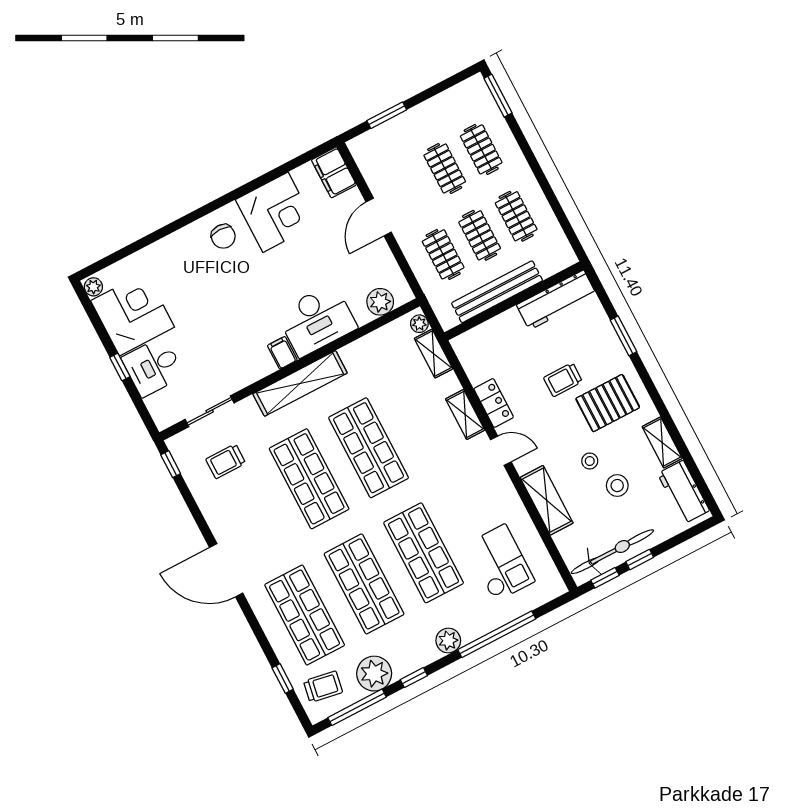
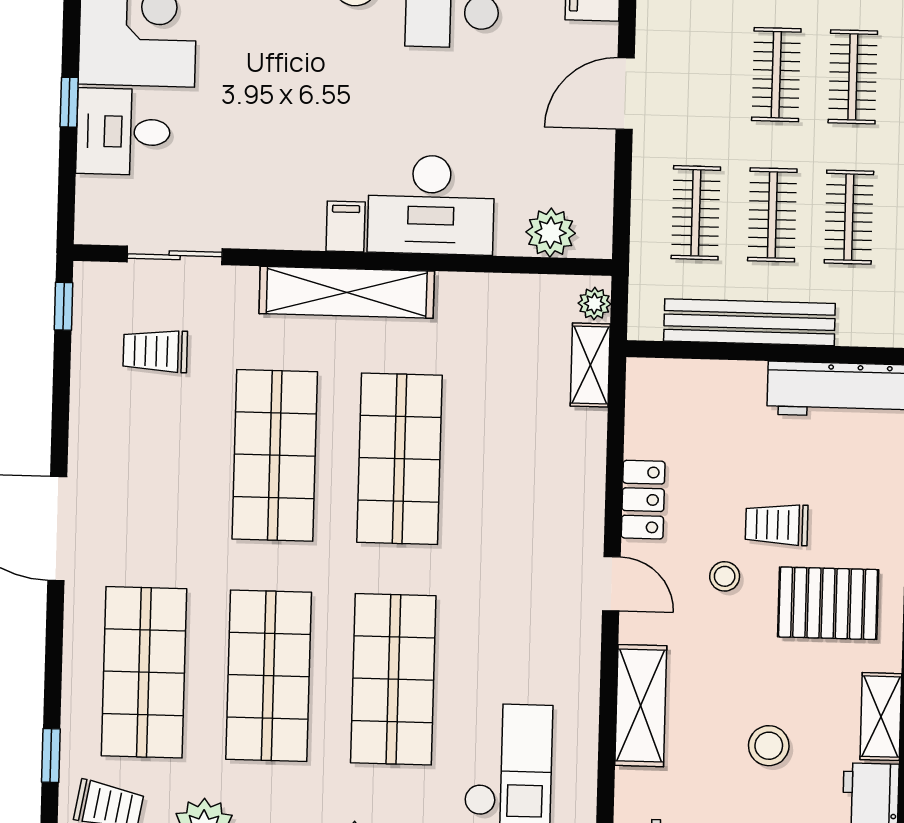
shelving: (465, 415) -> (586, 492), removed
stool: (590, 461) -> (725, 576), moved

